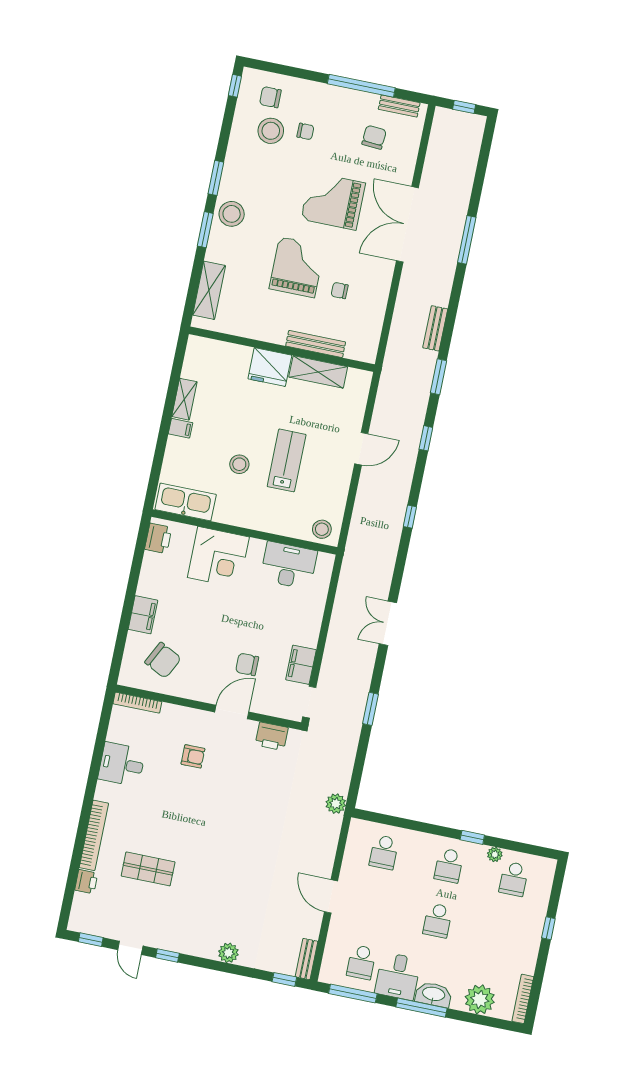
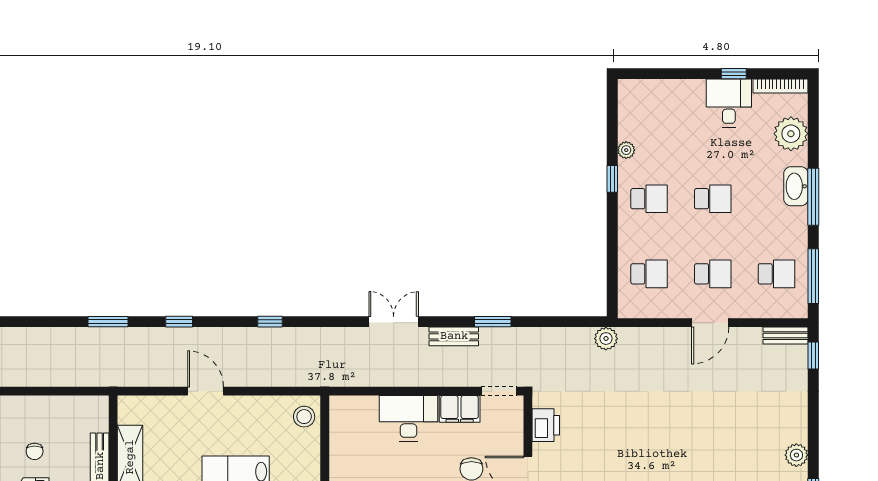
bench: (435, 328) -> (454, 336), moved
desk: (289, 565) -> (408, 418), moved, turned 90
double door: (388, 623) -> (394, 322), swing flipped
school desk: (514, 879) -> (713, 274), moved
window: (548, 928) -> (734, 74), moved
plant: (228, 953) -> (796, 455), moved
desk: (398, 976) -> (729, 103), moved, turned -90

